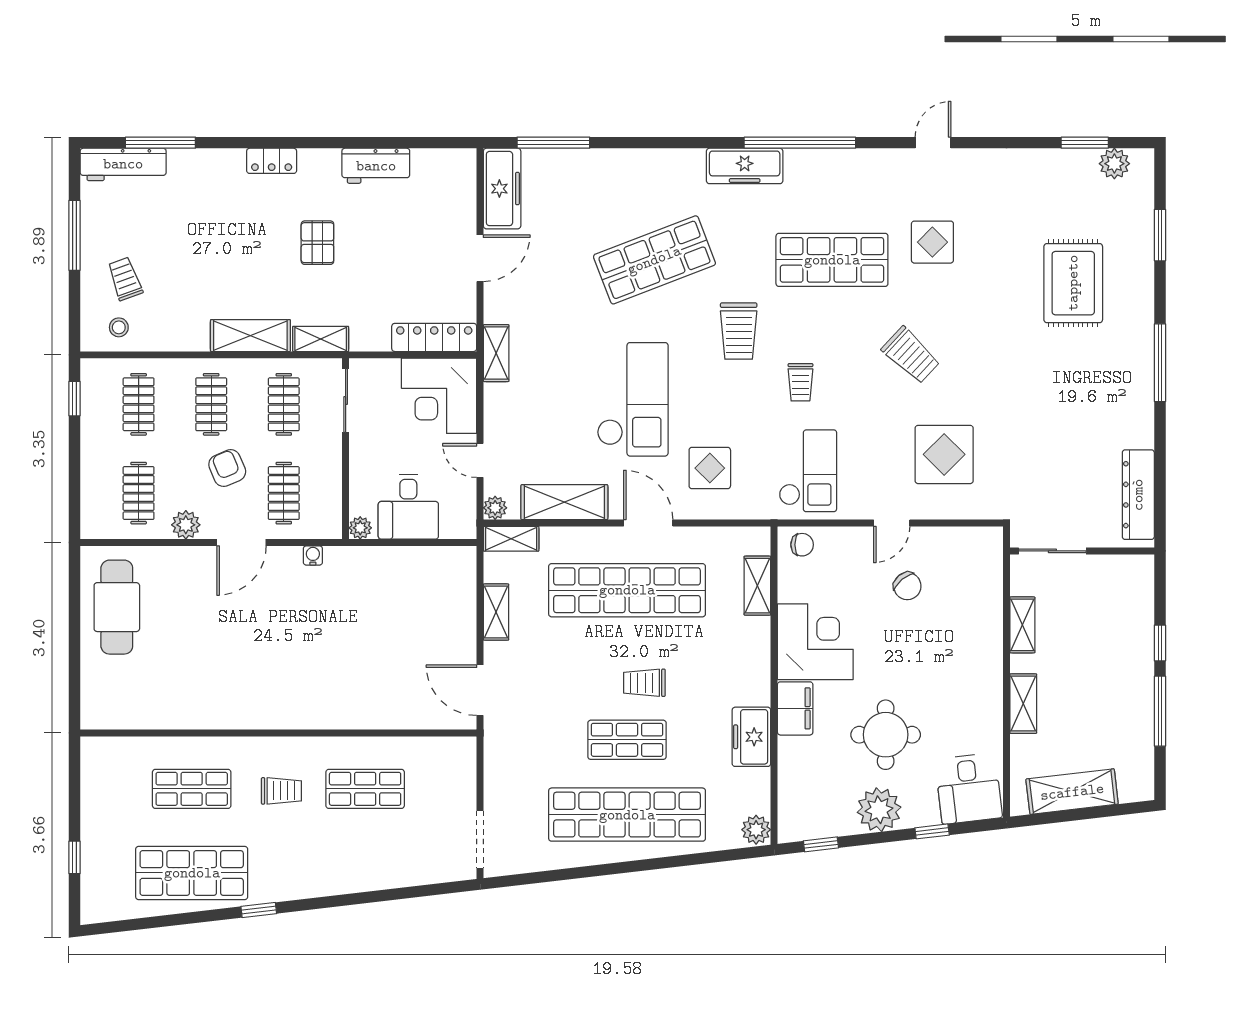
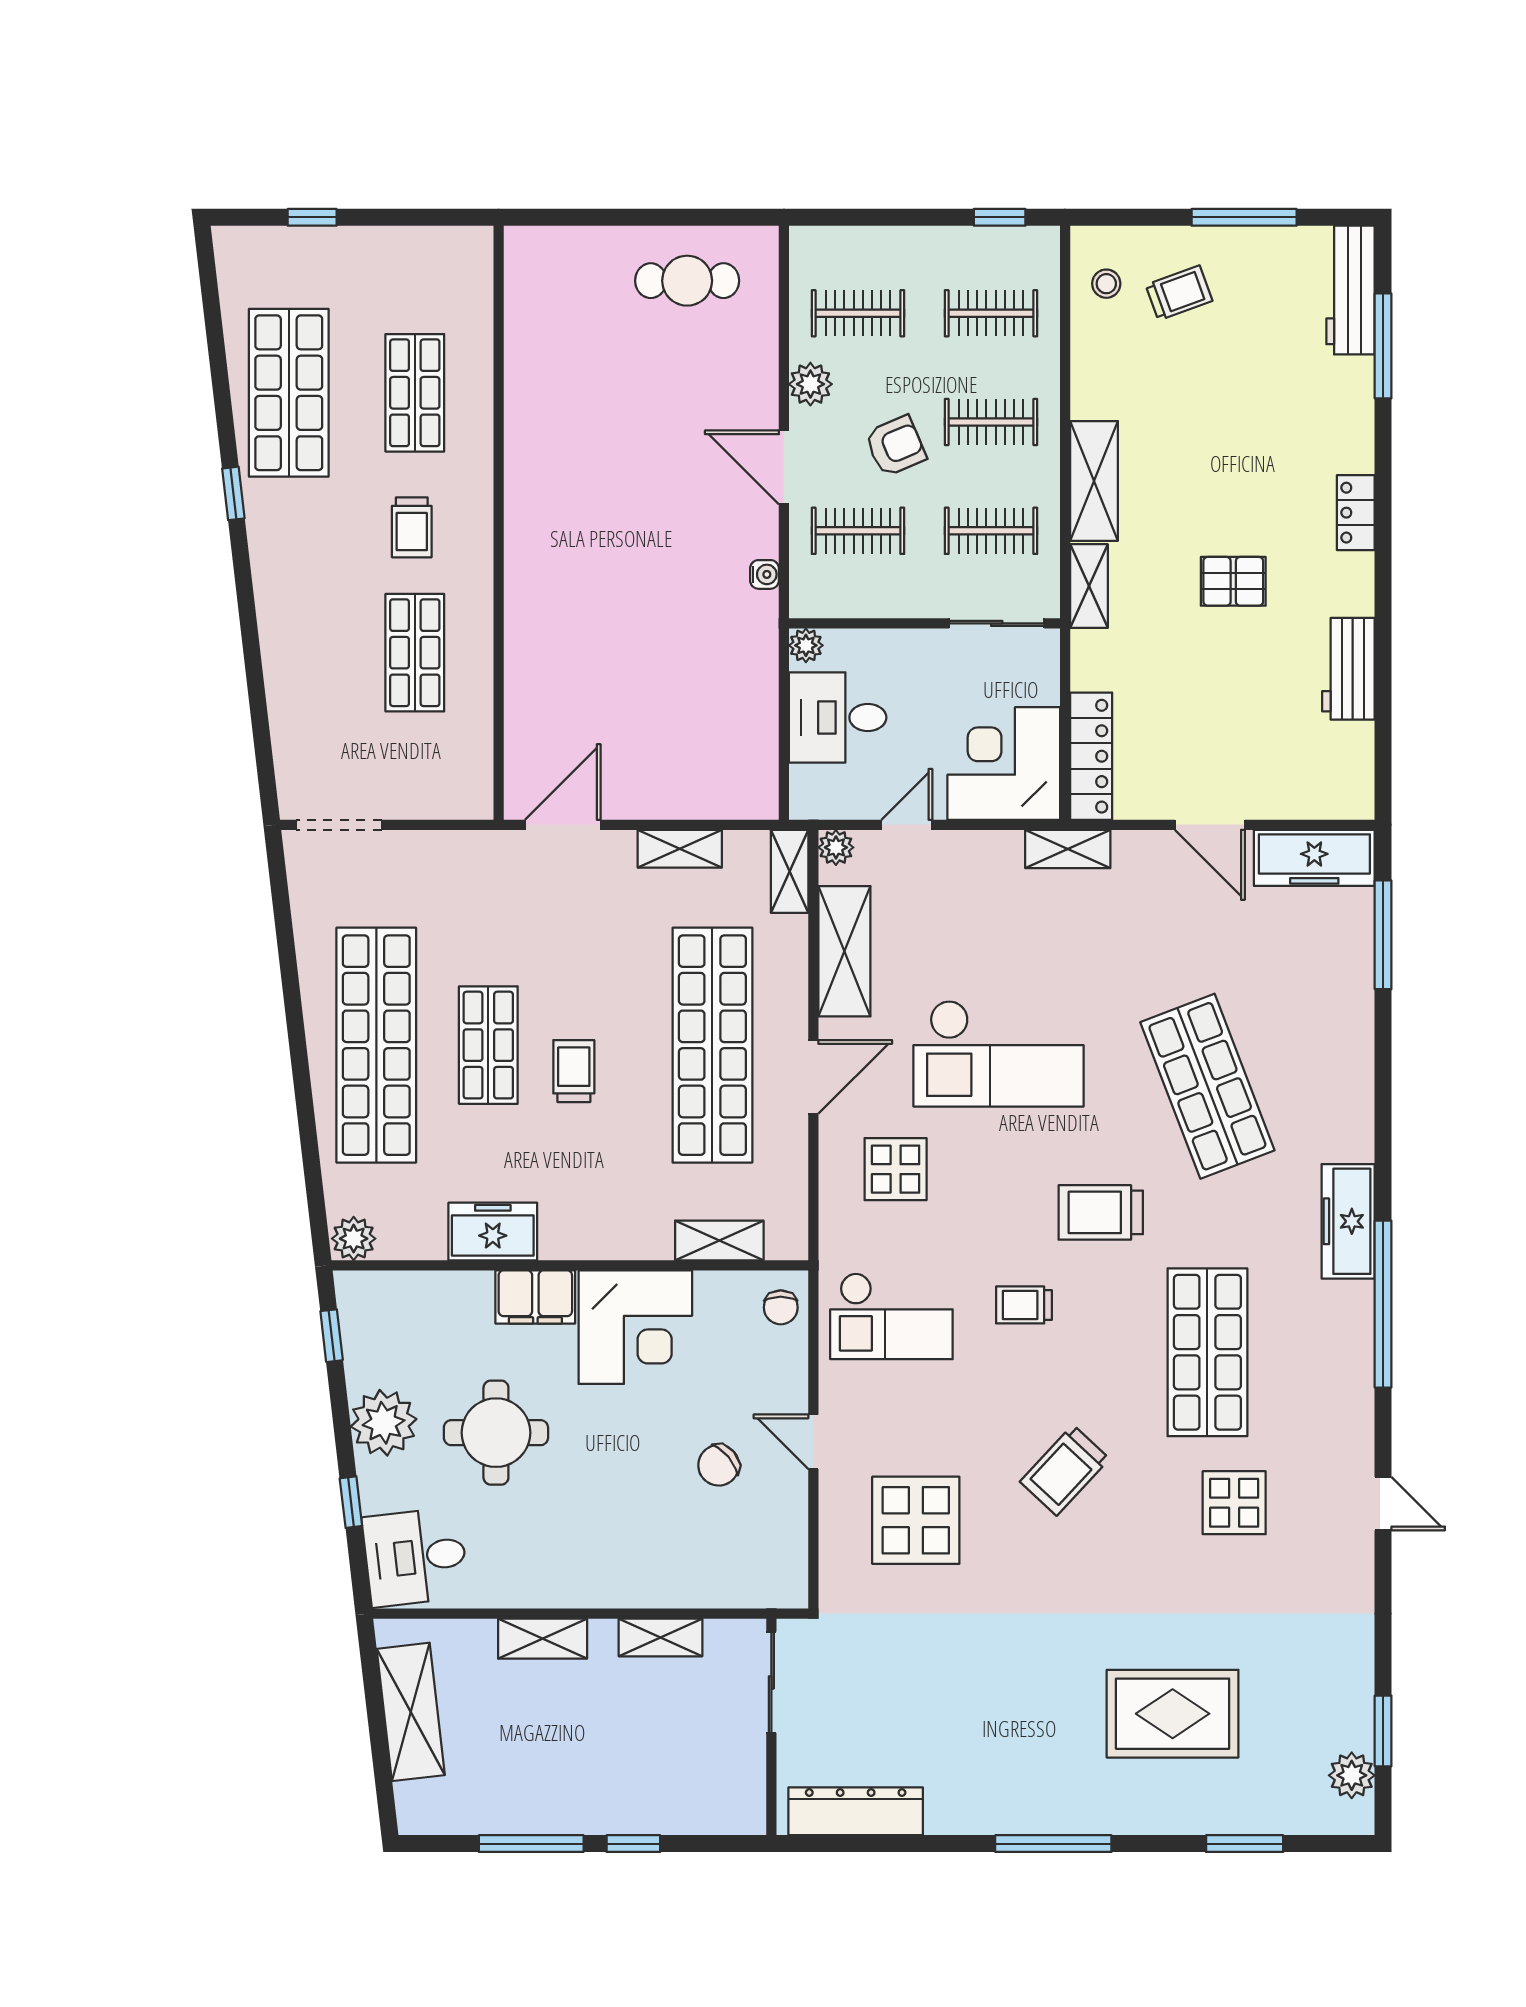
cafe table: (117, 607) -> (687, 281), width x0.73, depth x0.74

